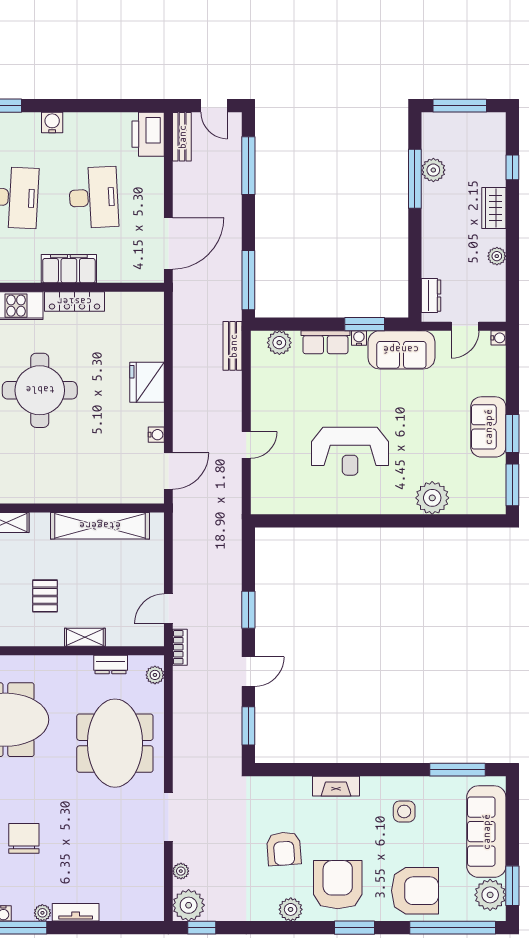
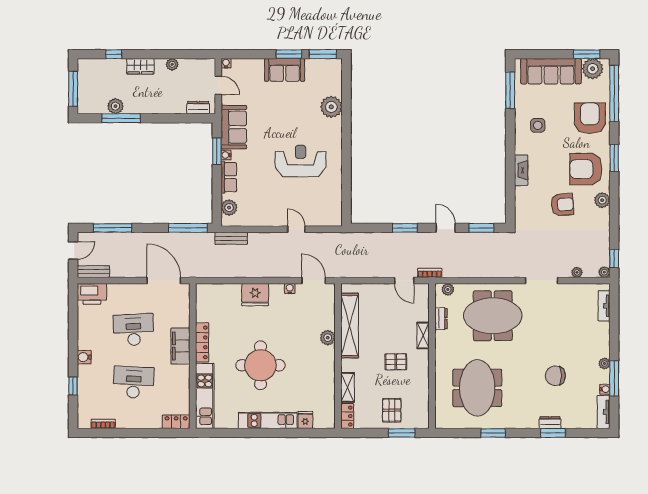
reception desk: (350, 451) -> (301, 161), turned -90
plant: (82, 492) -> (328, 338), added
plant: (189, 905) -> (604, 272), width x0.53, depth x0.53
tv unit: (76, 912) -> (604, 306), moved

